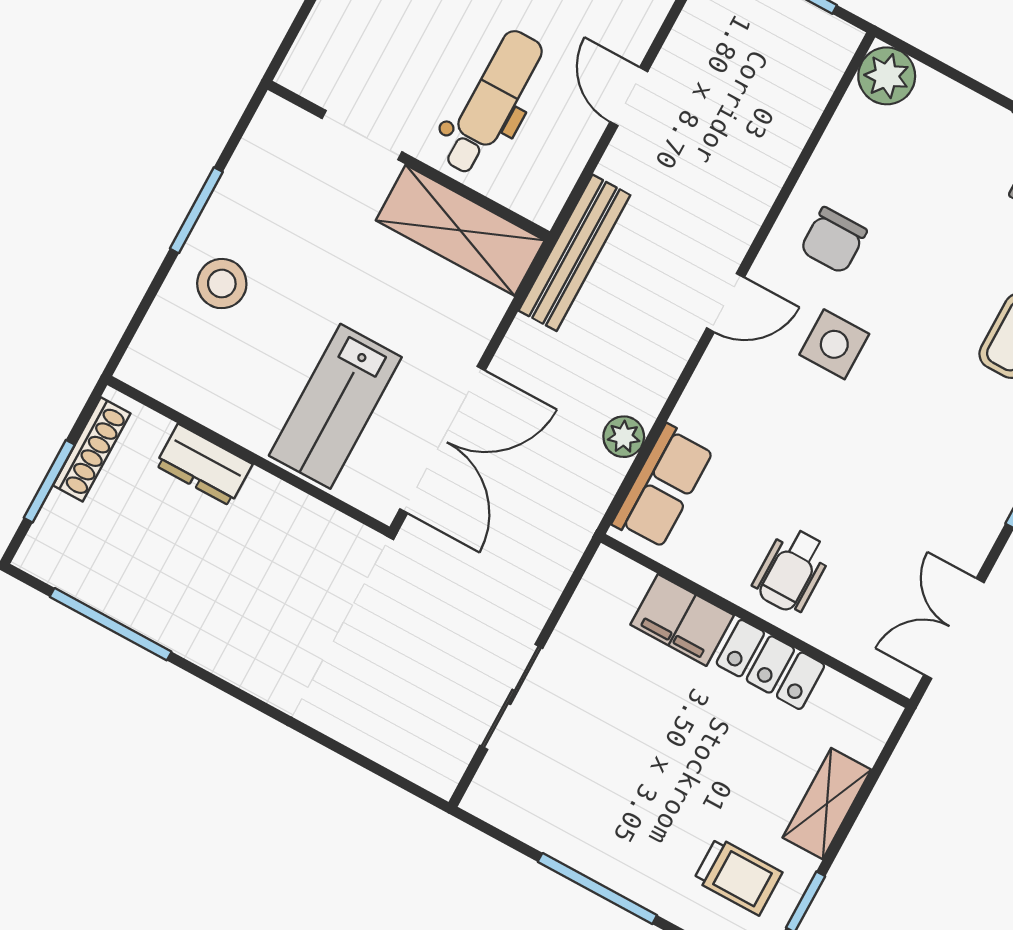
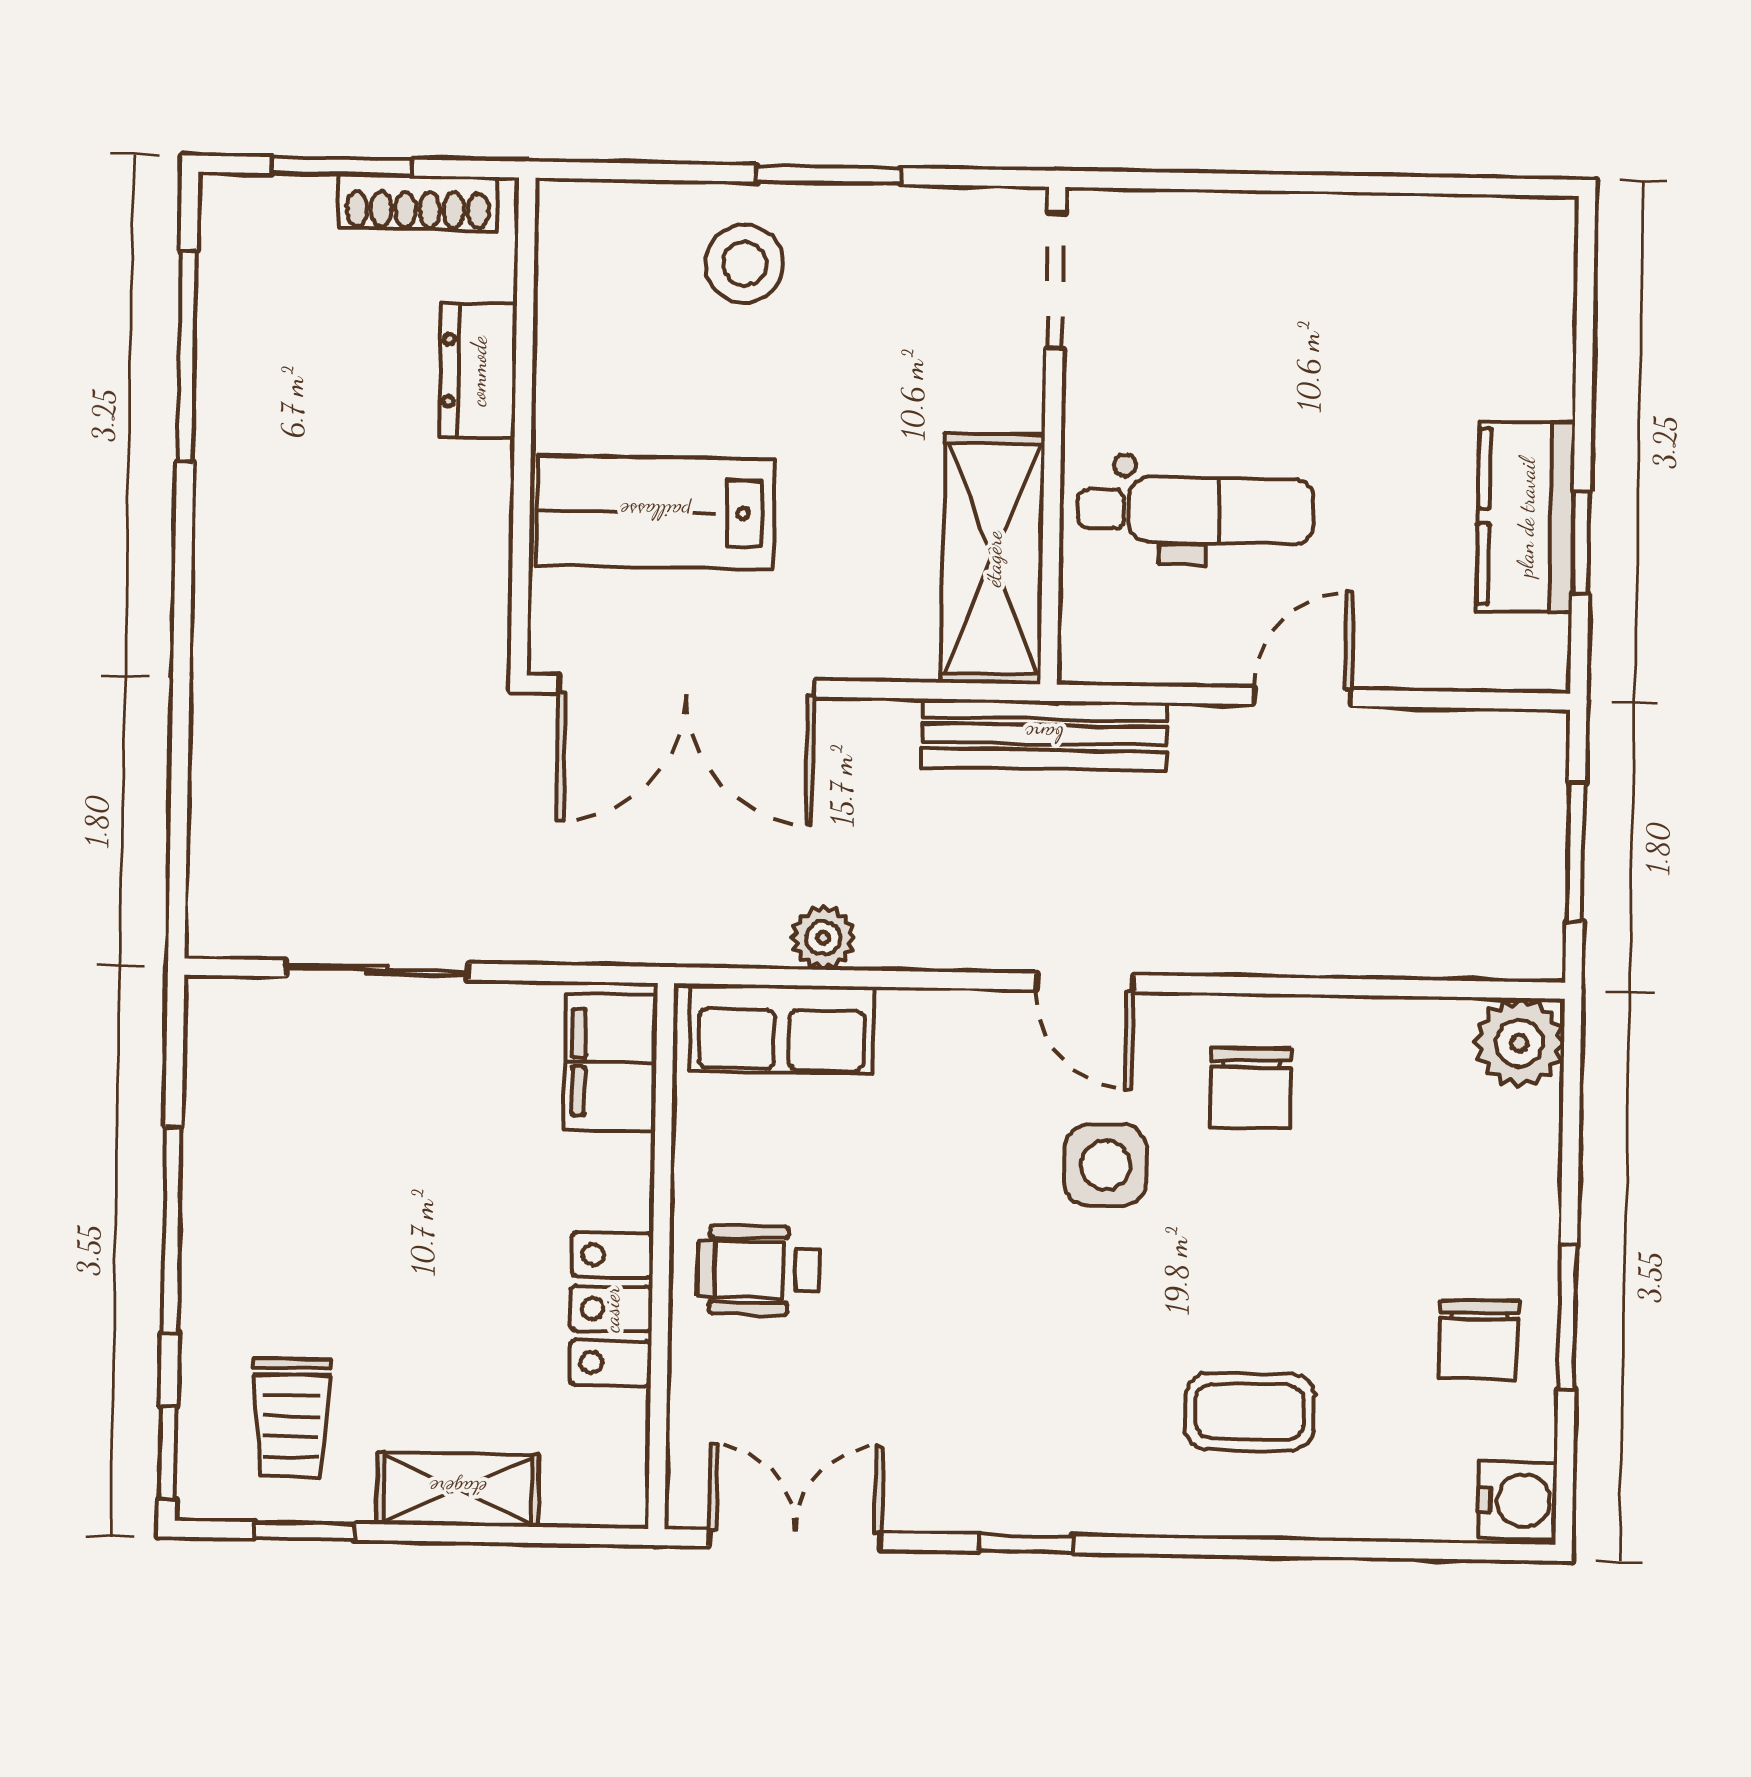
doorway: (362, 135) -> (1056, 281), moved
chair: (833, 240) -> (1251, 1088), turned -90
filing cabinet: (682, 620) -> (611, 1063), moved

